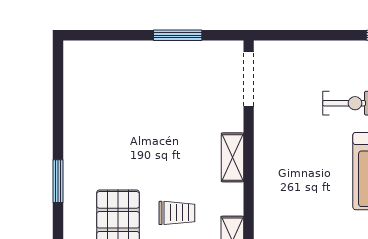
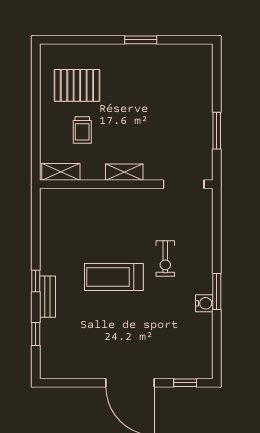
window: (58, 181) -> (141, 40), moved

